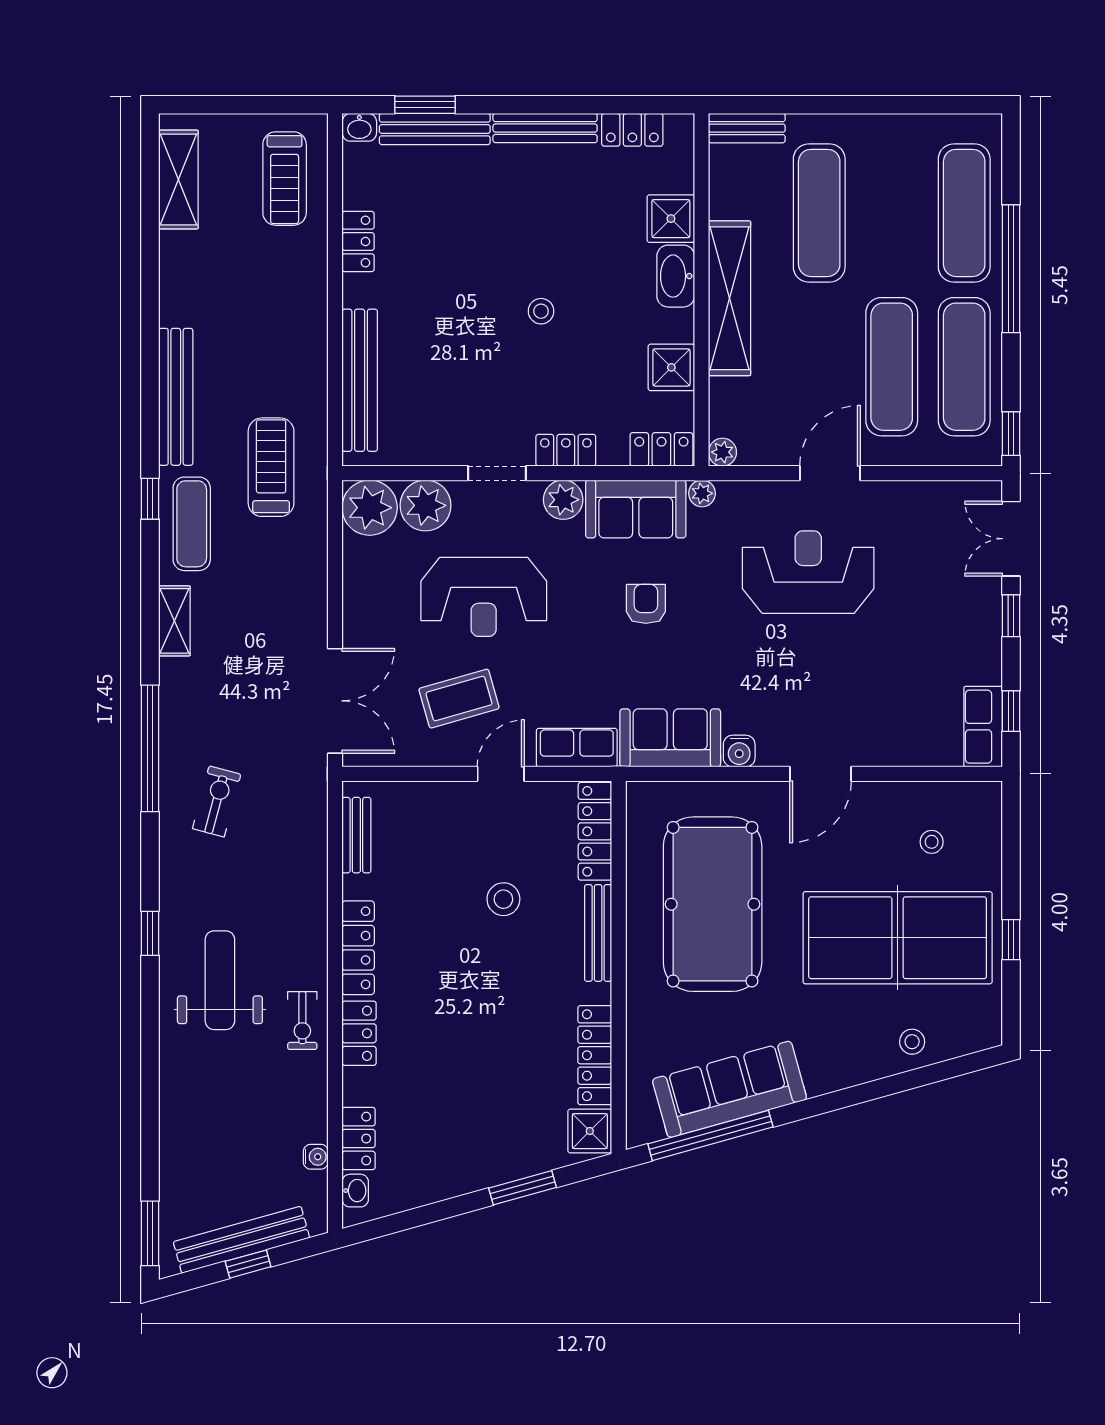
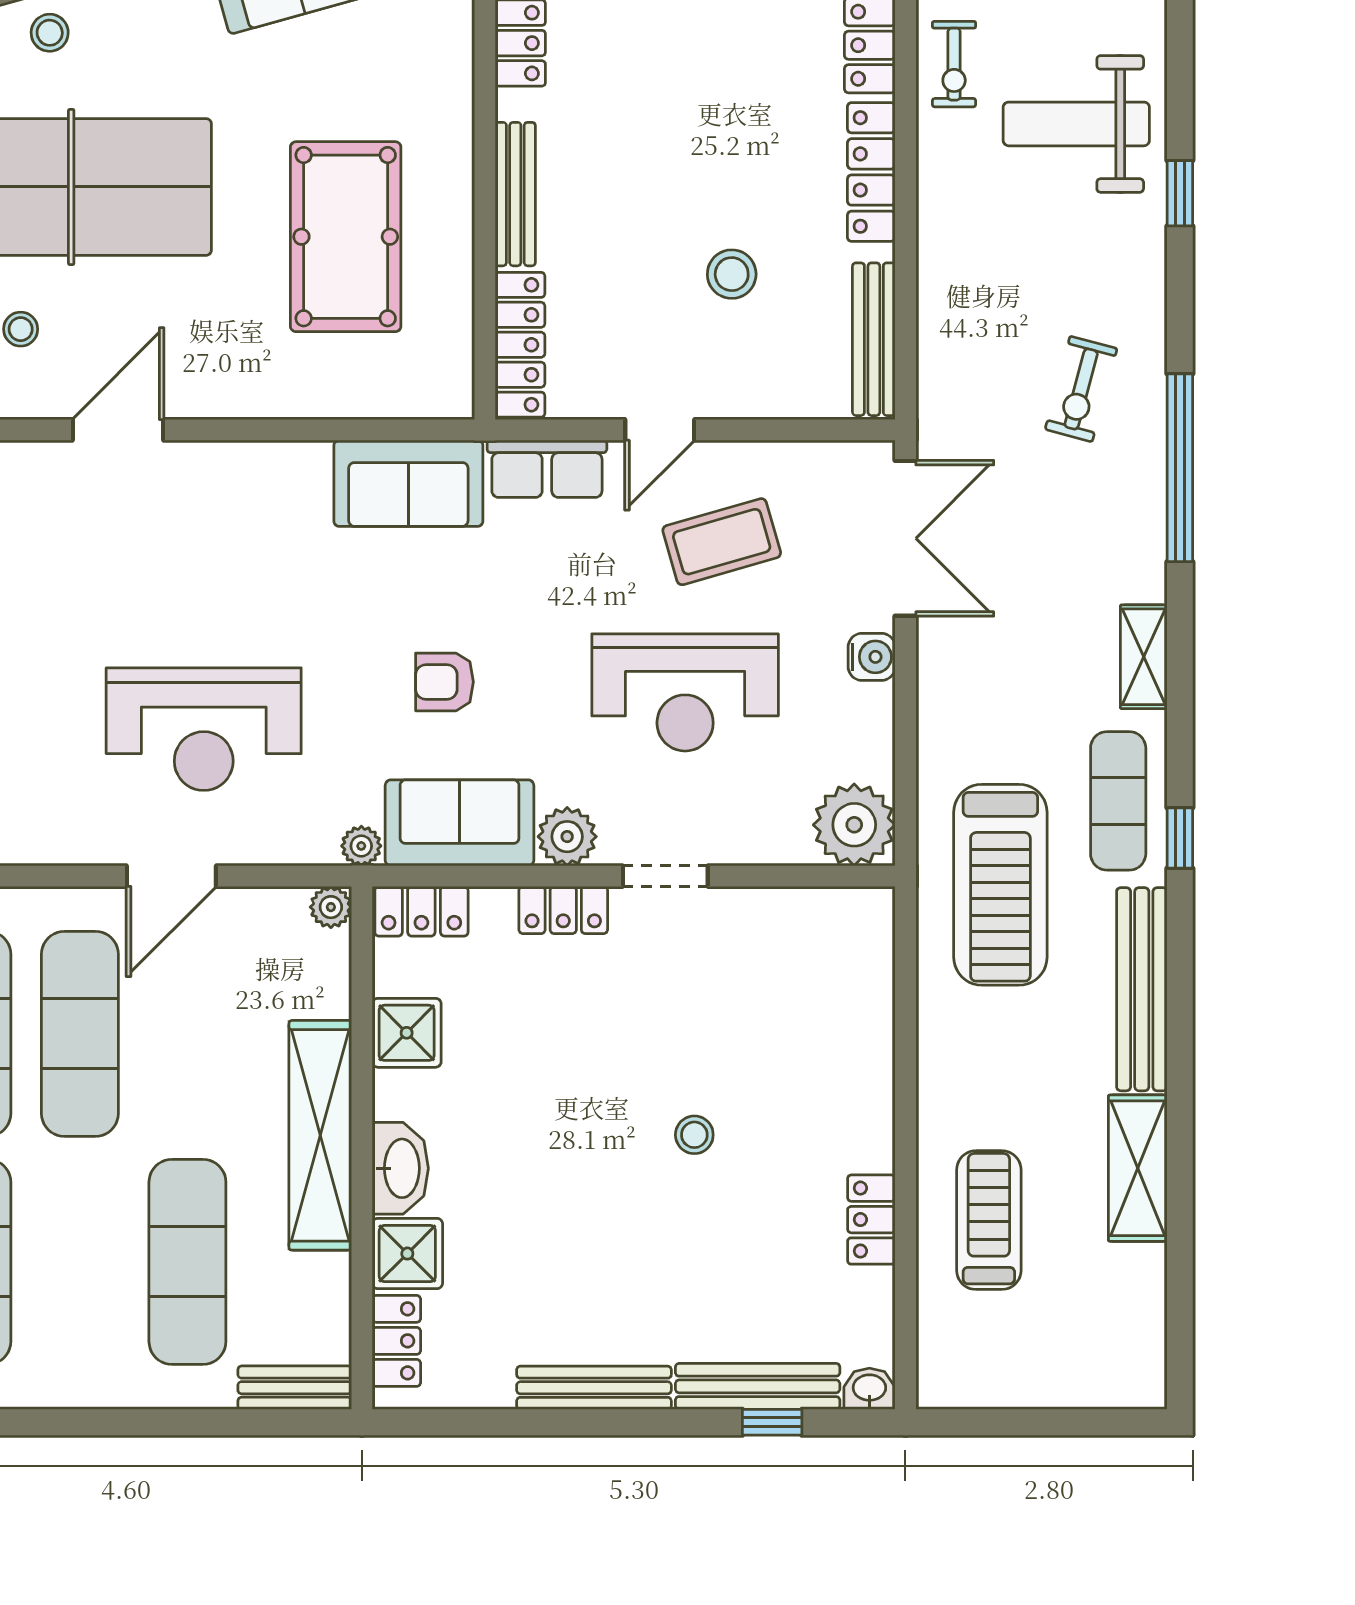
window: (425, 105) -> (772, 1422), width x0.67
locker: (632, 130) -> (396, 1341), moved, turned 90
shelving: (178, 179) -> (1138, 1168), moved
treadmill: (285, 179) -> (989, 1220), moved
stool: (541, 311) -> (694, 1135), moved
bench: (360, 380) -> (869, 1014), removed
treadmill: (271, 467) -> (1000, 885), width x1.37, depth x1.38
plant: (426, 505) -> (771, 828), removed
reception desk: (484, 597) -> (685, 692), turned 180
armchair: (646, 604) -> (445, 682), turned 90
double door: (335, 701) -> (905, 538), swing flipped
water cooler: (739, 751) -> (872, 657), moved, turned 90
door: (821, 774) -> (118, 430), moved
bench: (356, 835) -> (874, 339), width x1.36
stool: (503, 899) -> (732, 274), moved
pool table: (713, 904) -> (346, 237), width x0.73, depth x0.76
weight bench: (220, 980) -> (1076, 124), turned 90
exercise bike: (302, 1020) -> (954, 64), turned 180

